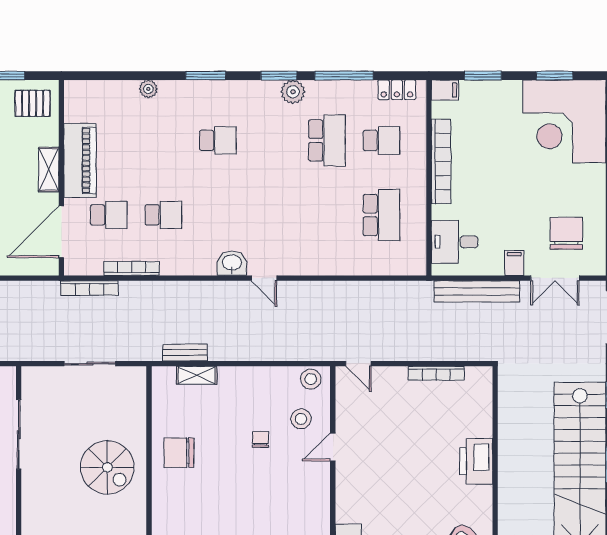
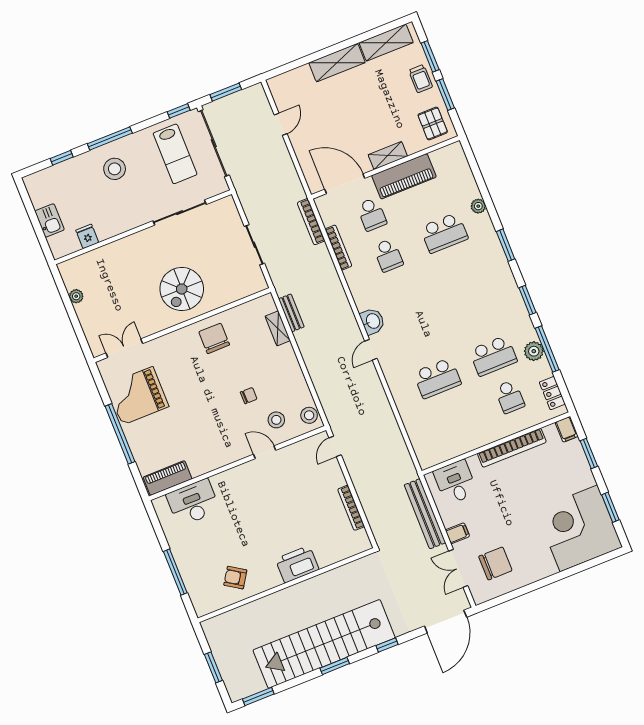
plant: (293, 92) -> (534, 351), moved
school desk: (218, 140) -> (444, 233), moved, width x1.85
school desk: (381, 215) -> (437, 378), moved

